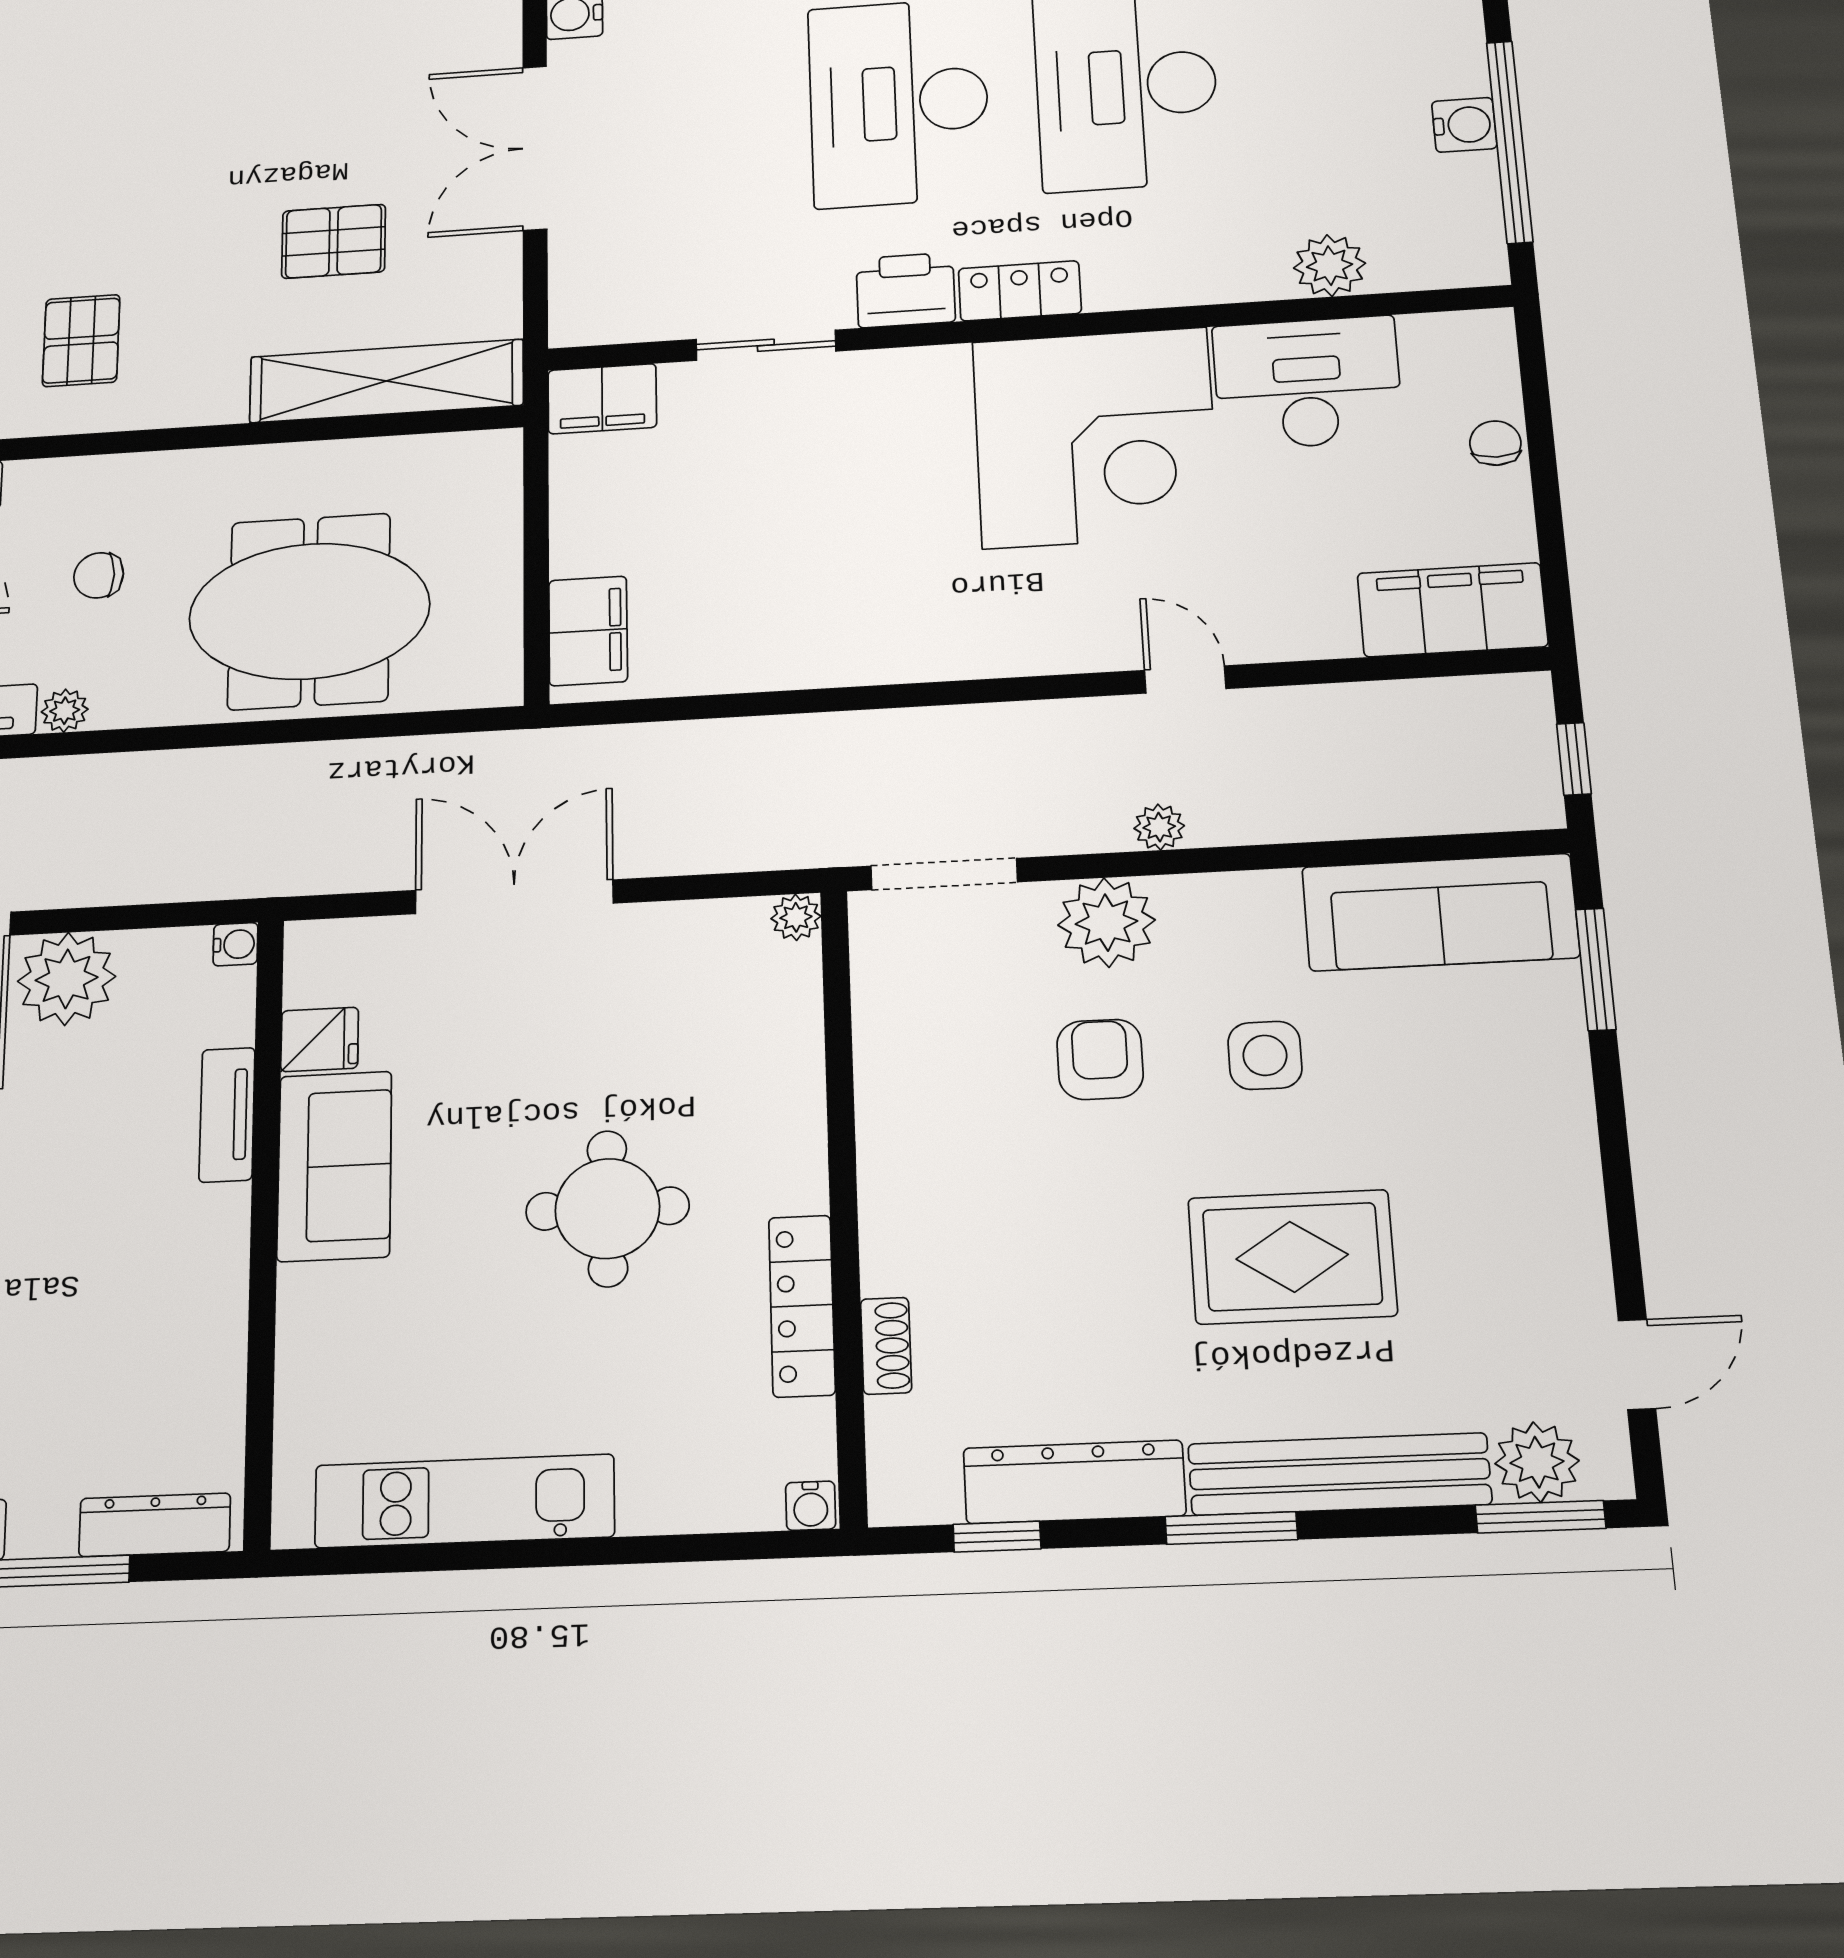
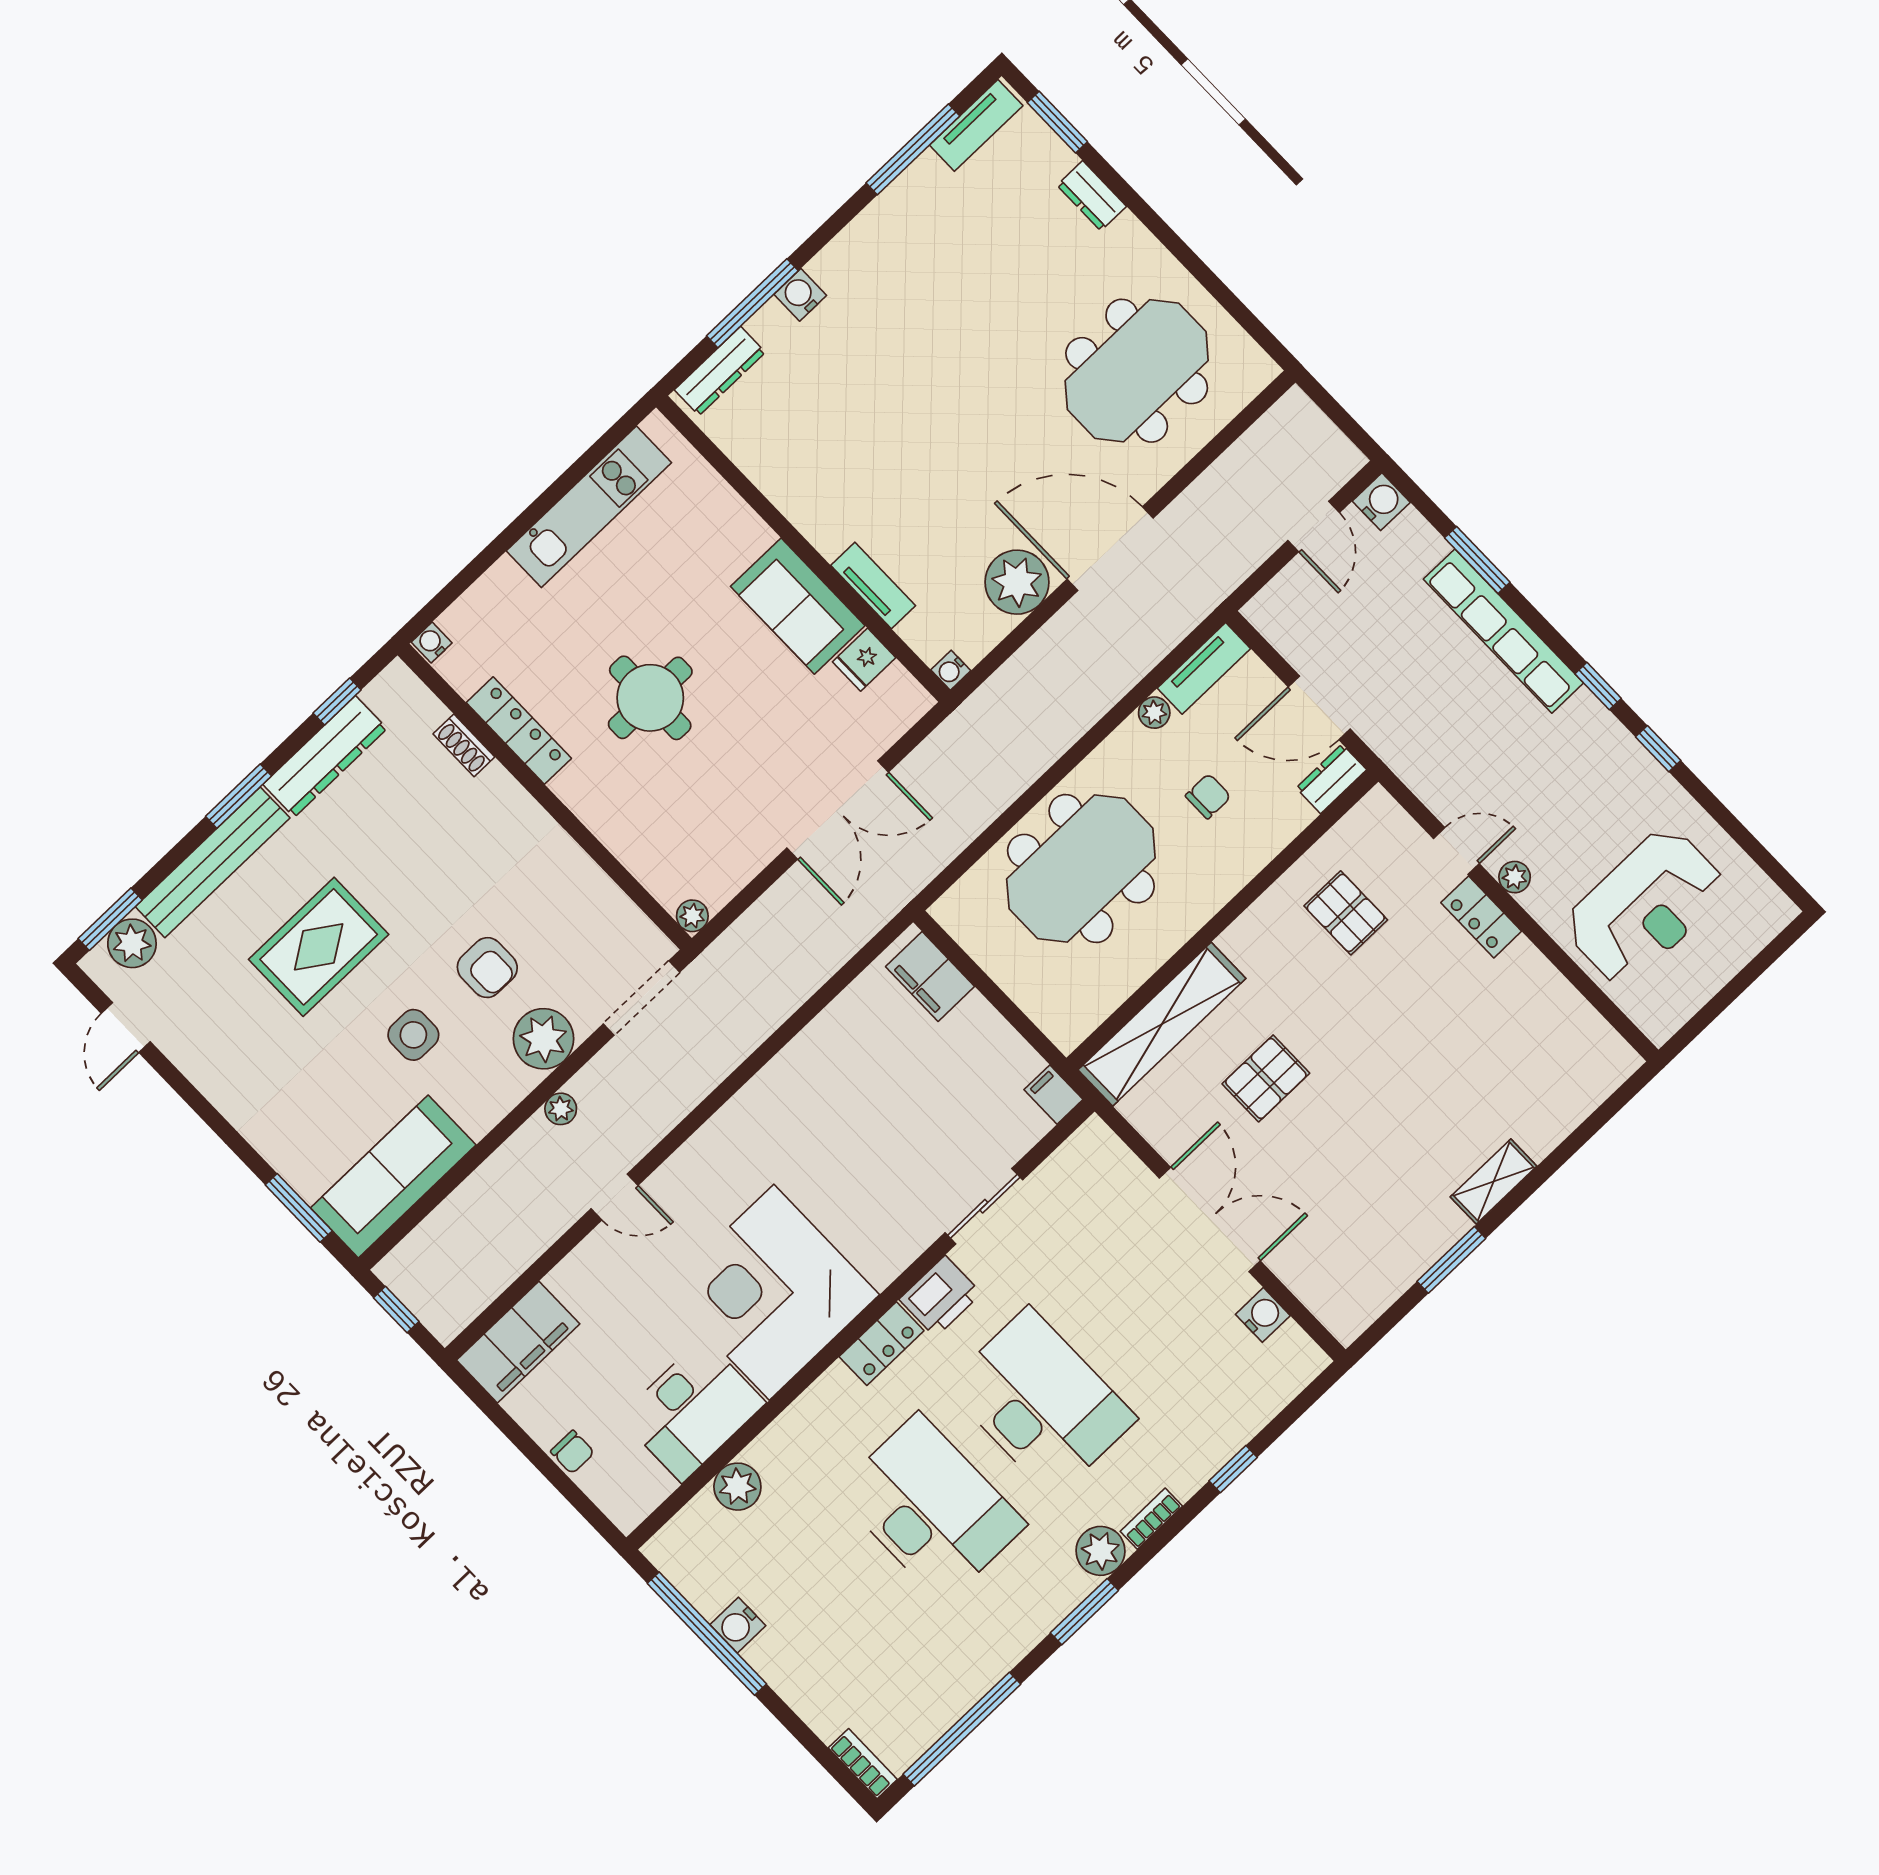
filing cabinet: (602, 399) -> (1053, 1095), width x0.50

